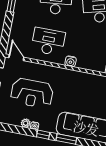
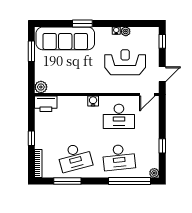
door: (16, 58) -> (147, 94), hinge flipped
window: (43, 135) -> (106, 23), removed

